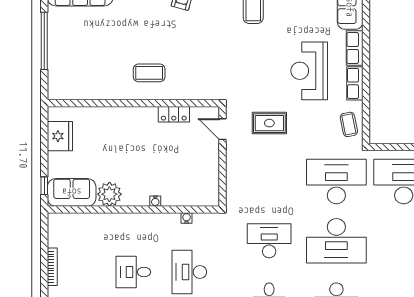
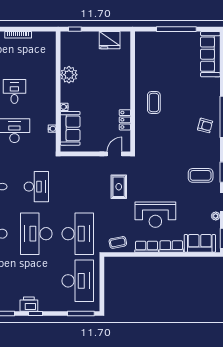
reception desk: (309, 71) -> (155, 215), turned 180
sofa: (72, 192) -> (70, 128), moved

